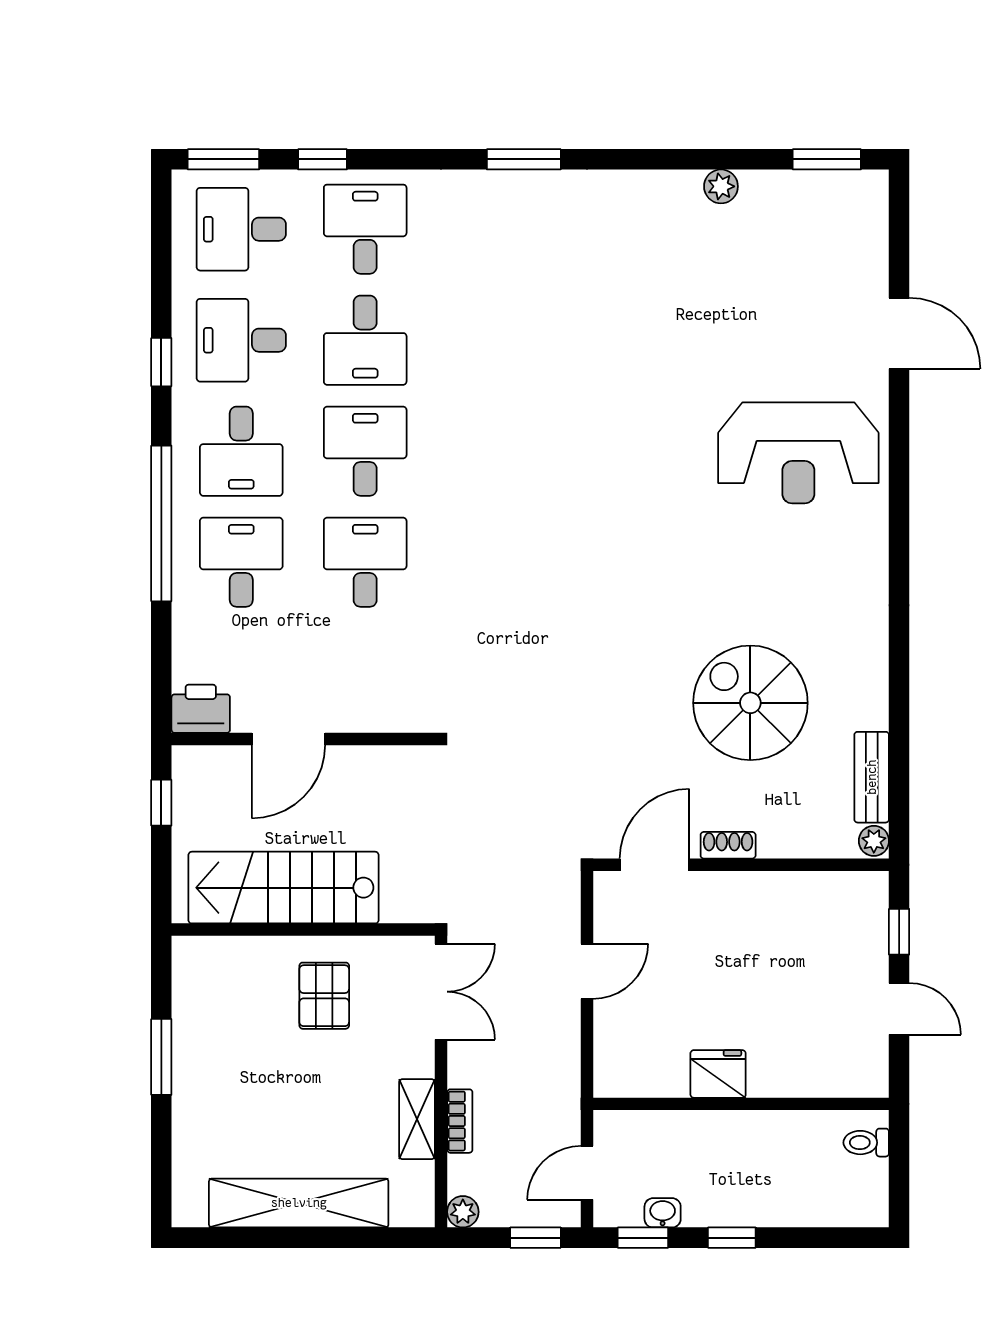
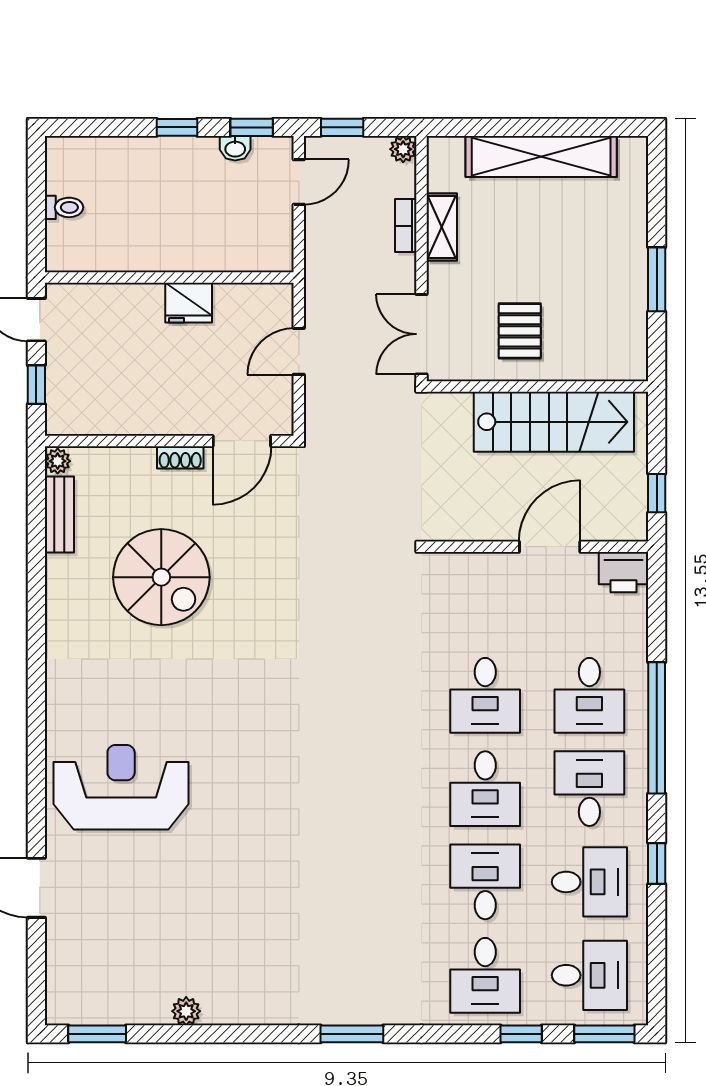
fridge: (718, 1074) -> (189, 303), moved
wall: (741, 1104) -> (169, 277), moved

